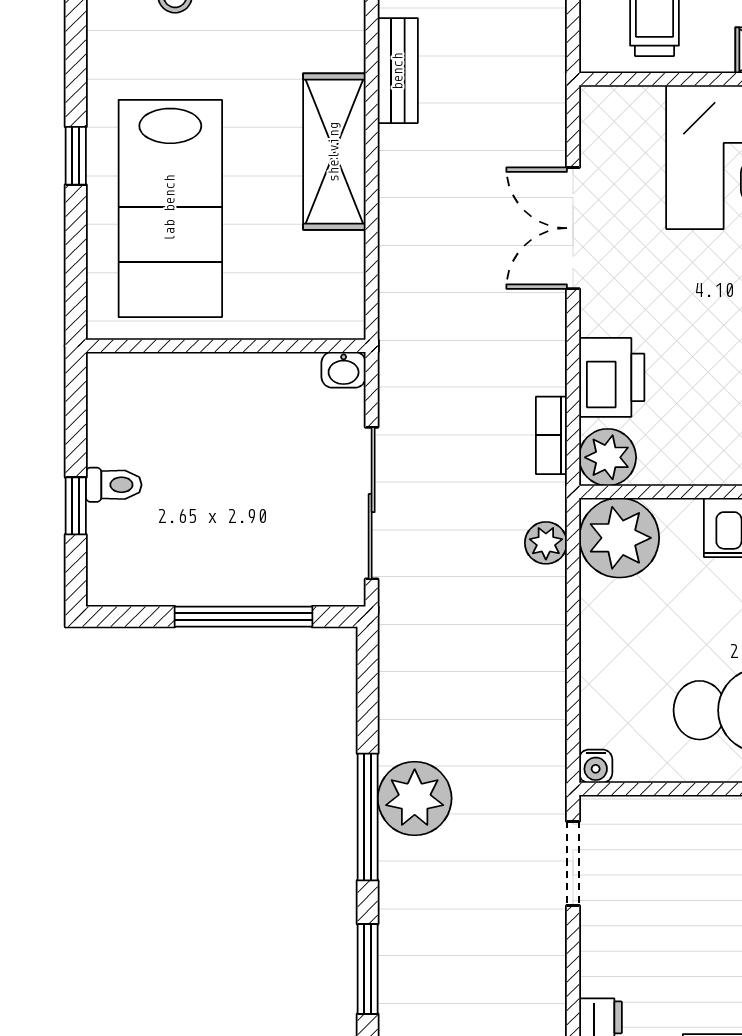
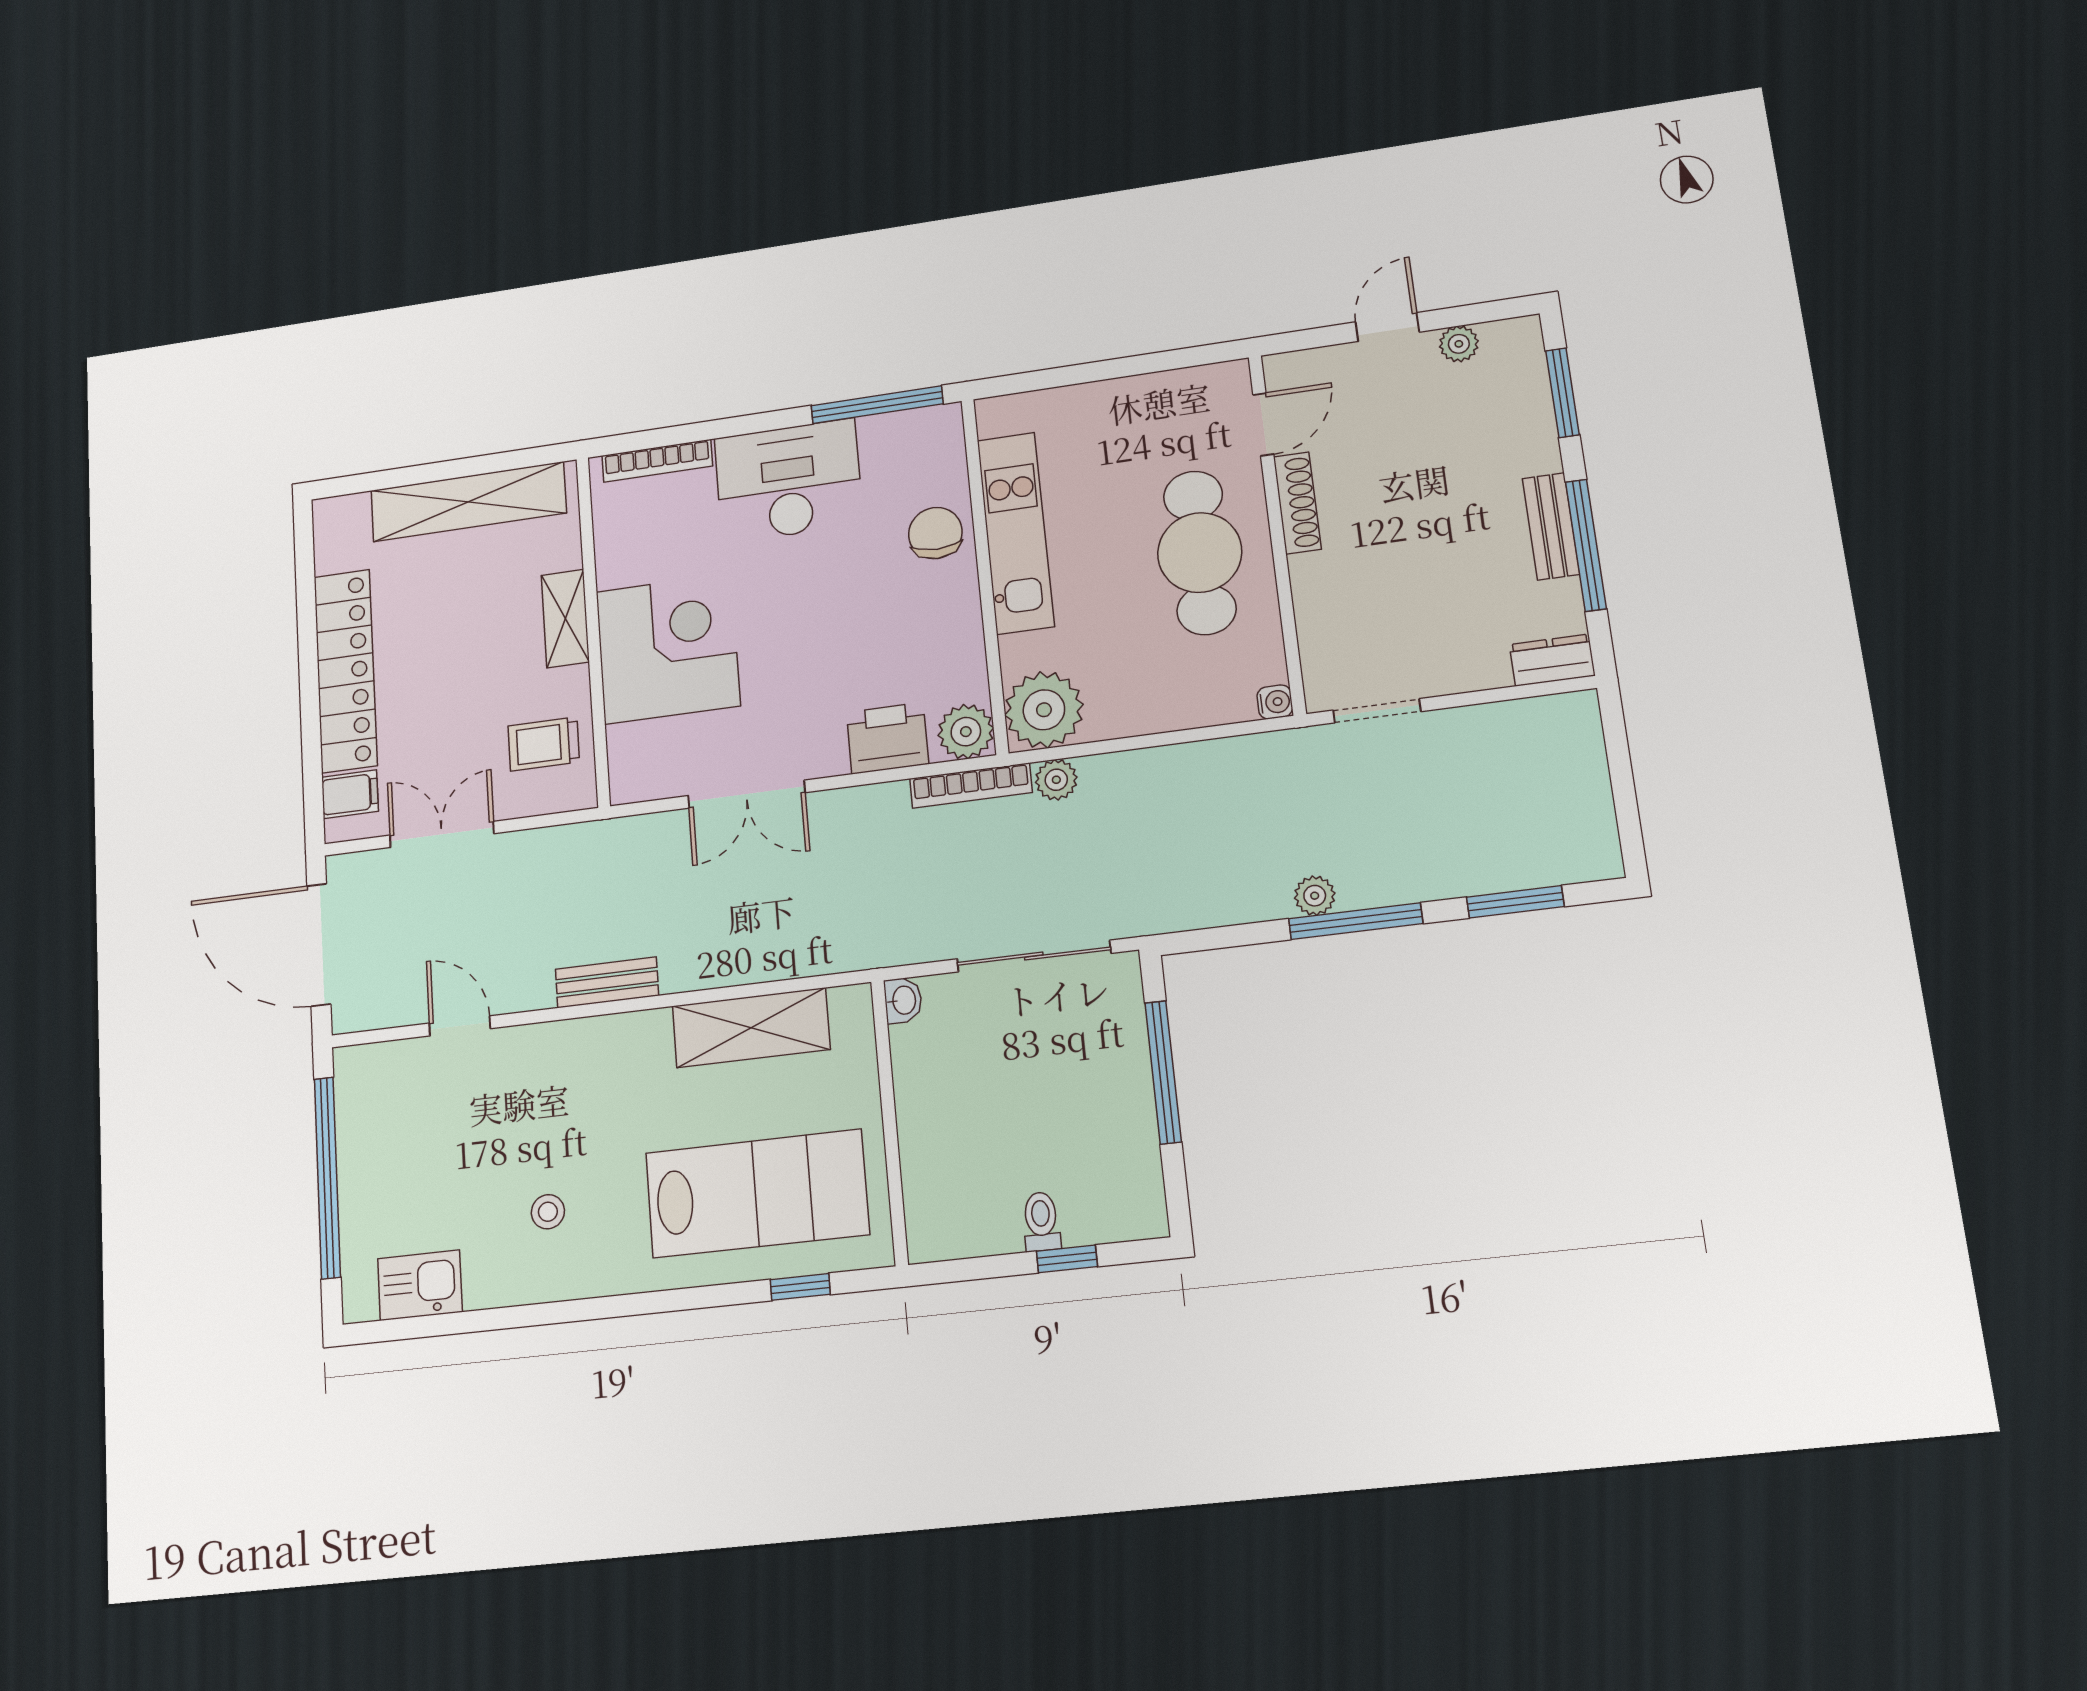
shelving: (334, 152) -> (751, 1028), moved
window: (76, 156) -> (800, 1287), moved
bookcase: (551, 435) -> (971, 786), width x1.56
plant: (415, 798) -> (1315, 896), width x0.53, depth x0.53

